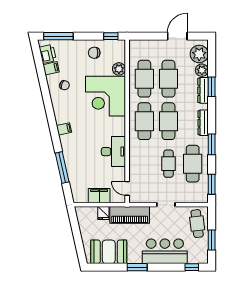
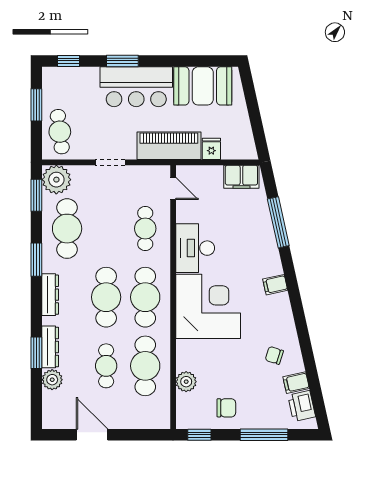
window: (58, 36) -> (264, 435), moved
door: (177, 36) -> (92, 435), swing flipped
plant: (199, 54) -> (56, 180), moved
cafe table: (168, 79) -> (106, 366), width x0.73, depth x0.74
corner desk: (105, 96) -> (208, 306), moved
cafe table: (168, 164) -> (145, 229), moved
filing cabinet: (99, 196) -> (241, 177), moved
bar counter: (165, 251) -> (136, 87), moved
window: (137, 267) -> (122, 61), moved

